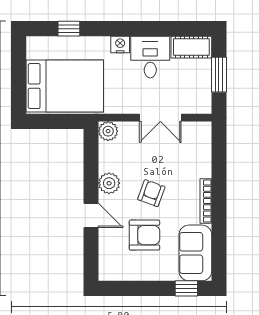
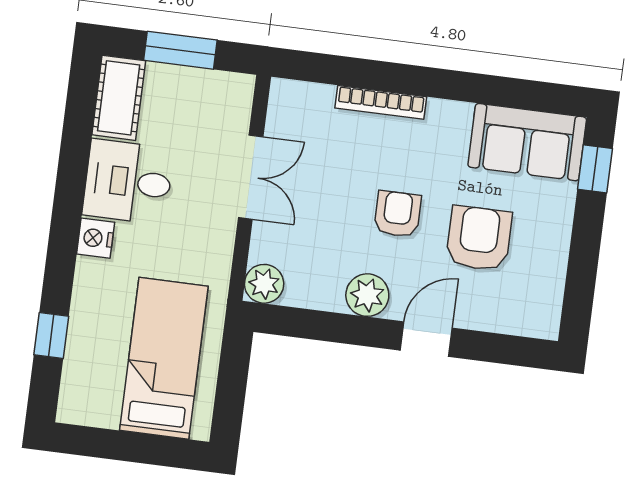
bed: (65, 86) -> (164, 358), width x0.67
armchair: (151, 193) -> (398, 214), turned 70
bookcase: (206, 201) -> (381, 102), moved

